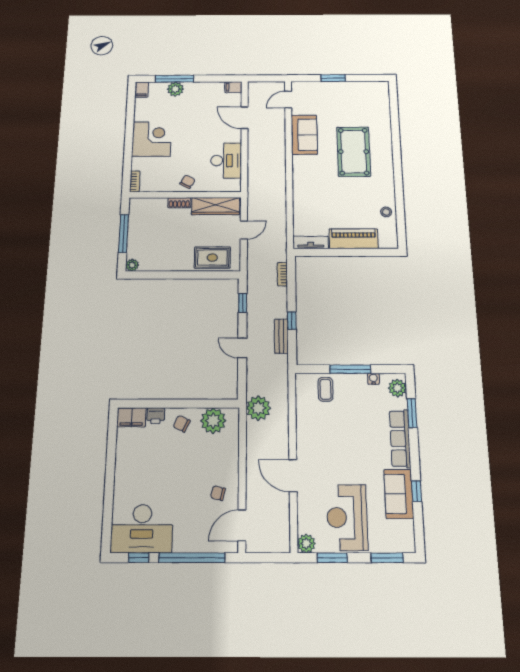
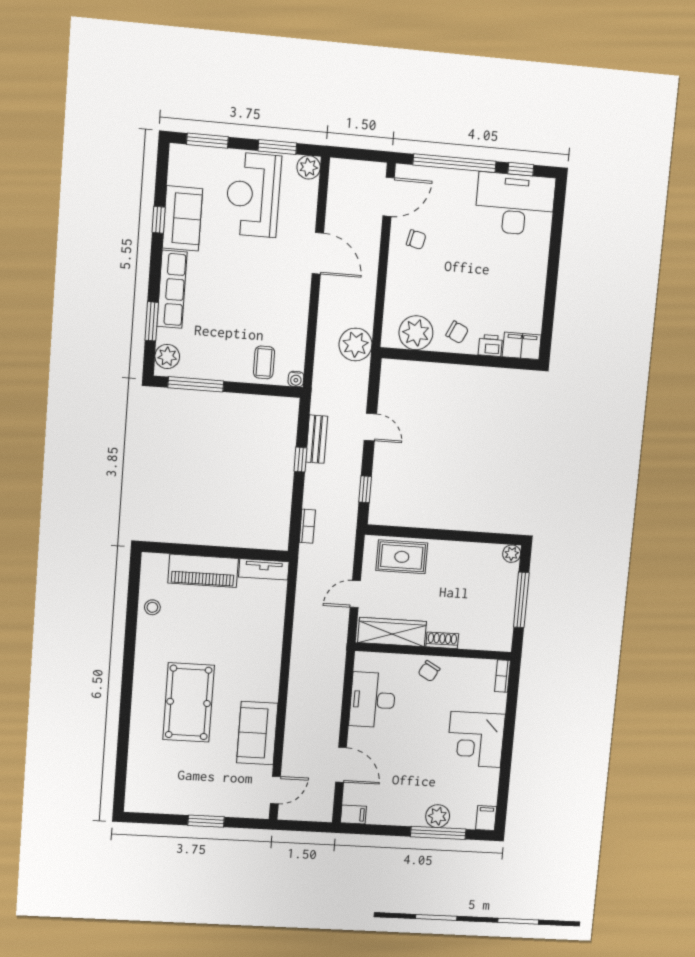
window: (350, 369) -> (196, 384), moved
water cooler: (373, 379) -> (296, 379), moved
reception desk: (347, 517) -> (253, 195), turned 180

